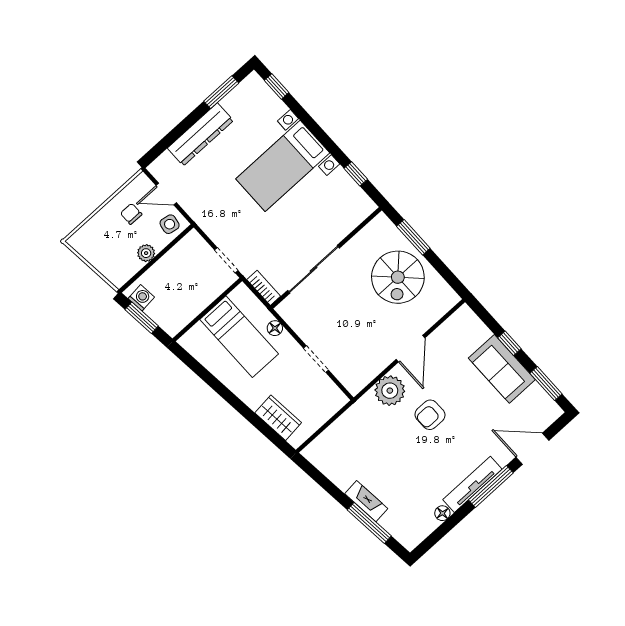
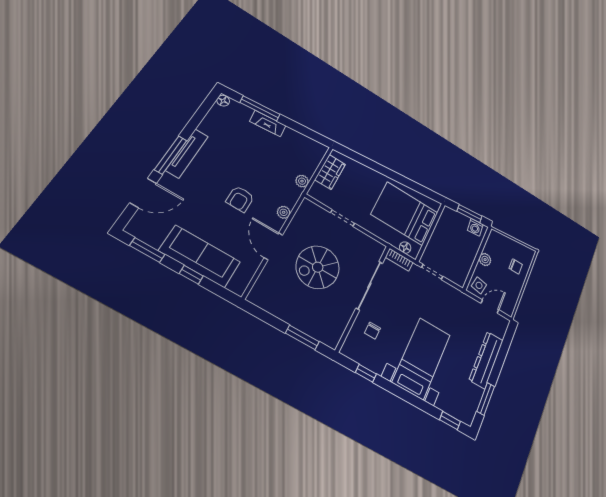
chair: (131, 214) -> (516, 266), moved
chair: (330, 217) -> (372, 331), added
spiral stairs: (398, 277) -> (318, 267), moved, turned -90
floor lamp: (275, 328) -> (405, 248), moved
bed: (239, 337) -> (405, 214), width x1.50
sofa: (502, 369) -> (200, 256), width x1.36
plant: (390, 391) -> (284, 212), width x0.53, depth x0.53
armchair: (430, 415) -> (240, 199), turned 180
wardrobe: (278, 418) -> (330, 172), moved, turned -84
plant: (350, 418) -> (302, 181), added
floor lamp: (442, 513) -> (223, 101), moved

